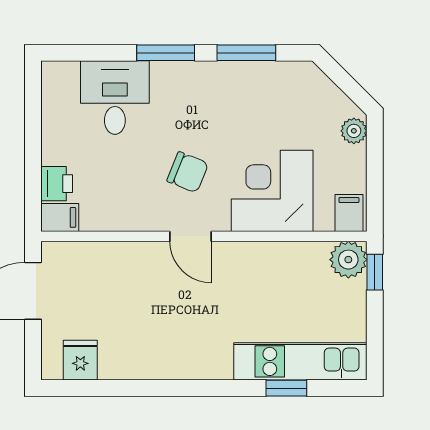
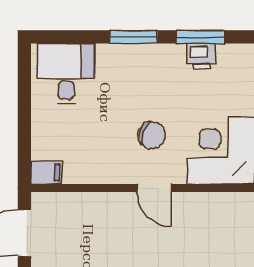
desk: (115, 98) -> (66, 74), moved
printer: (57, 184) -> (201, 56), moved, turned 90

